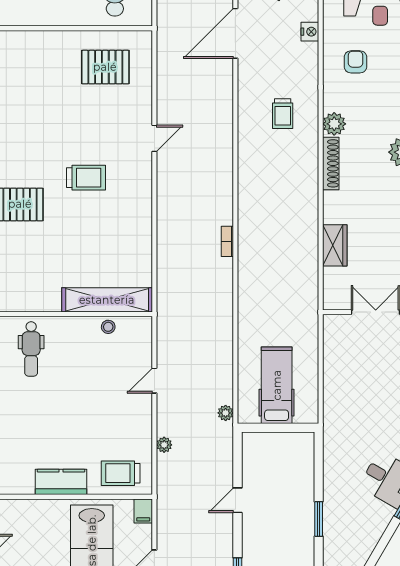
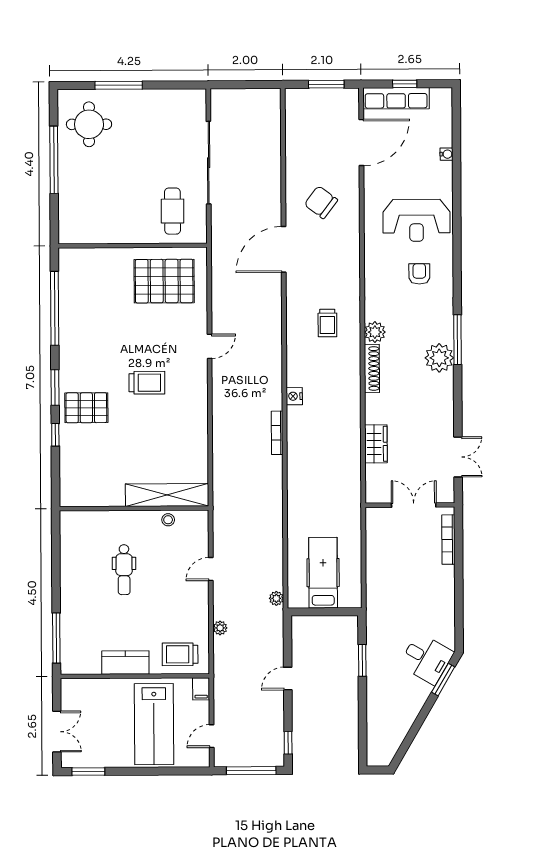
nightstand: (310, 32) -> (294, 396), moved, turned 180
armchair: (355, 62) -> (419, 274), moved
pallet: (105, 67) -> (164, 281), width x1.37, depth x1.41
bookcase: (227, 241) -> (277, 433), width x1.56
dental chair: (31, 349) -> (124, 570), moved
window: (319, 519) -> (362, 660), moved

